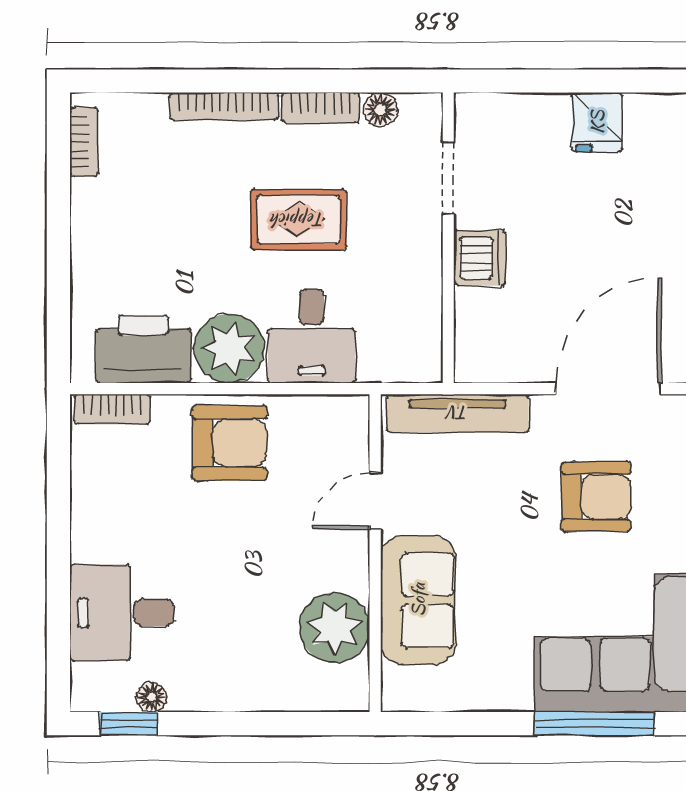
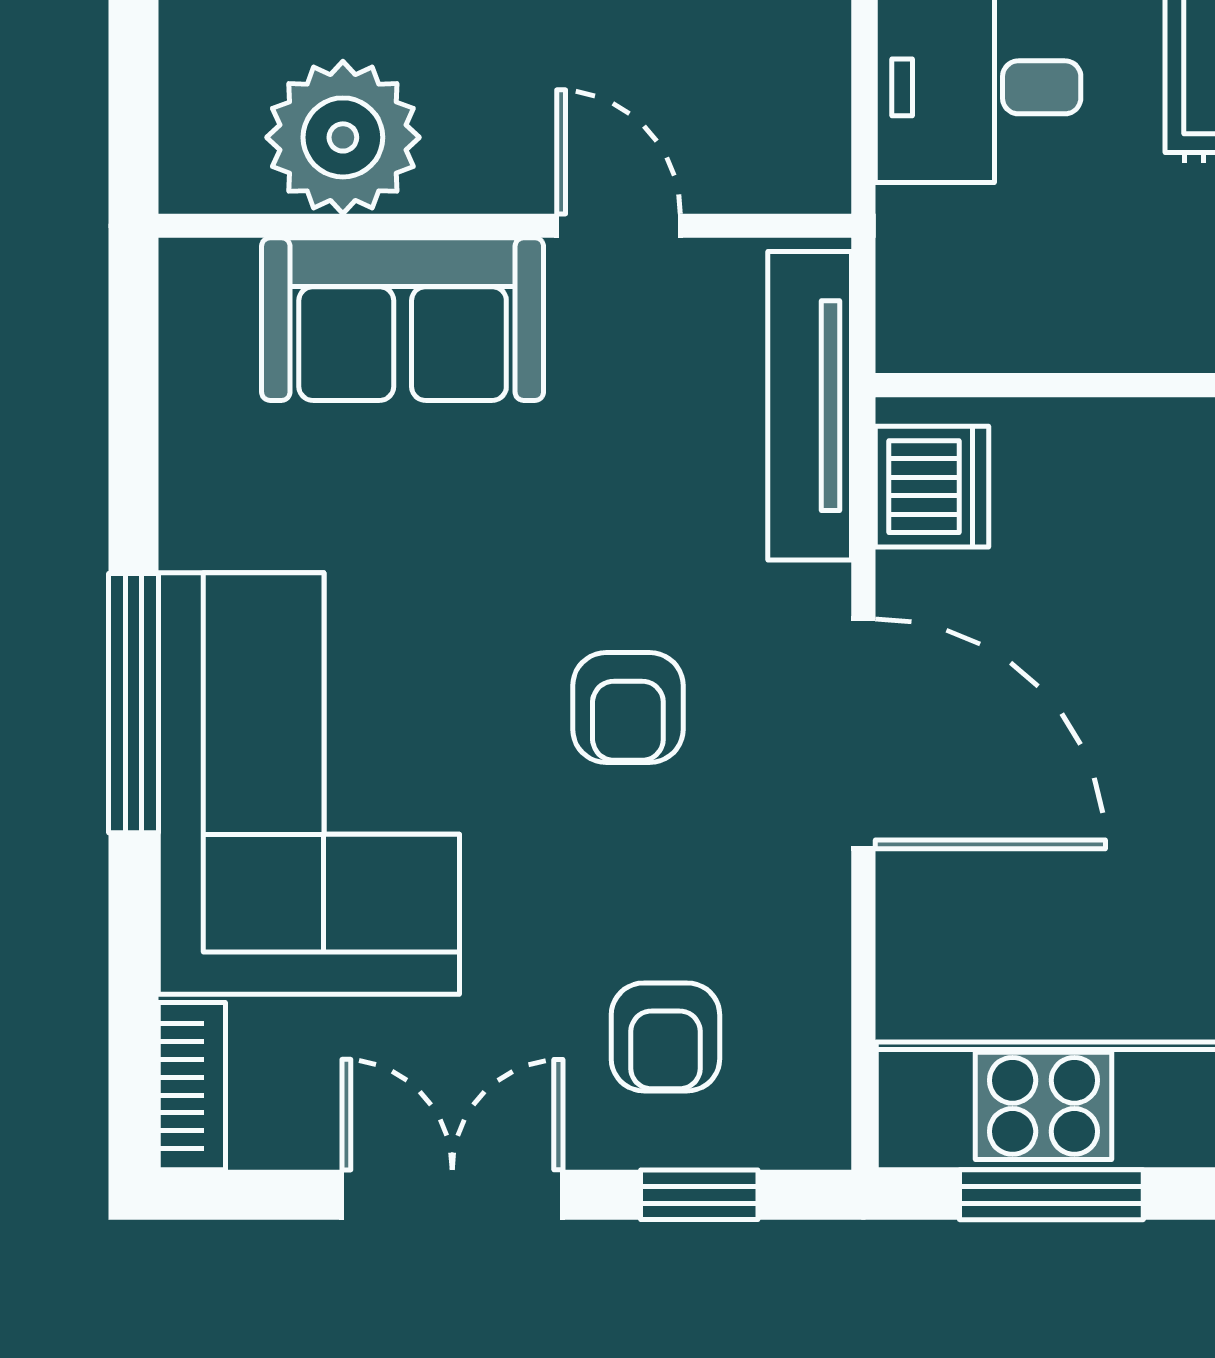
dishwasher: (480, 258) -> (932, 487), moved, turned -90
armchair: (596, 497) -> (628, 707), width x0.72, depth x0.72

